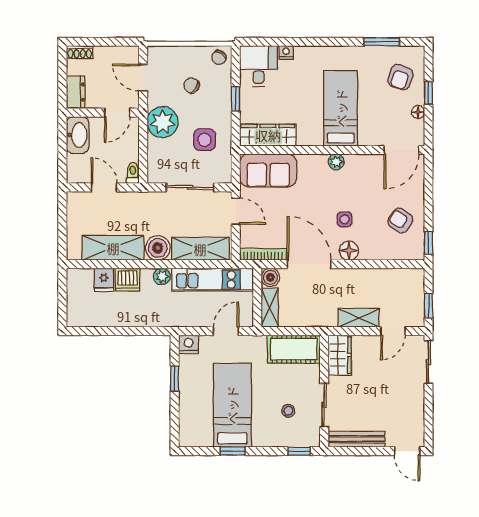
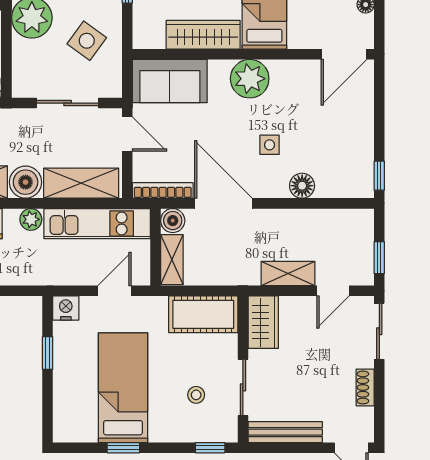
wardrobe: (268, 135) -> (203, 35), moved
side table: (205, 140) -> (87, 41), turned 36
plant: (336, 162) -> (250, 79), width x1.88, depth x1.88
armchair: (400, 221) -> (343, 146), removed
floor lamp: (349, 251) -> (302, 186), moved
shoe rack: (418, 405) -> (365, 387), added

